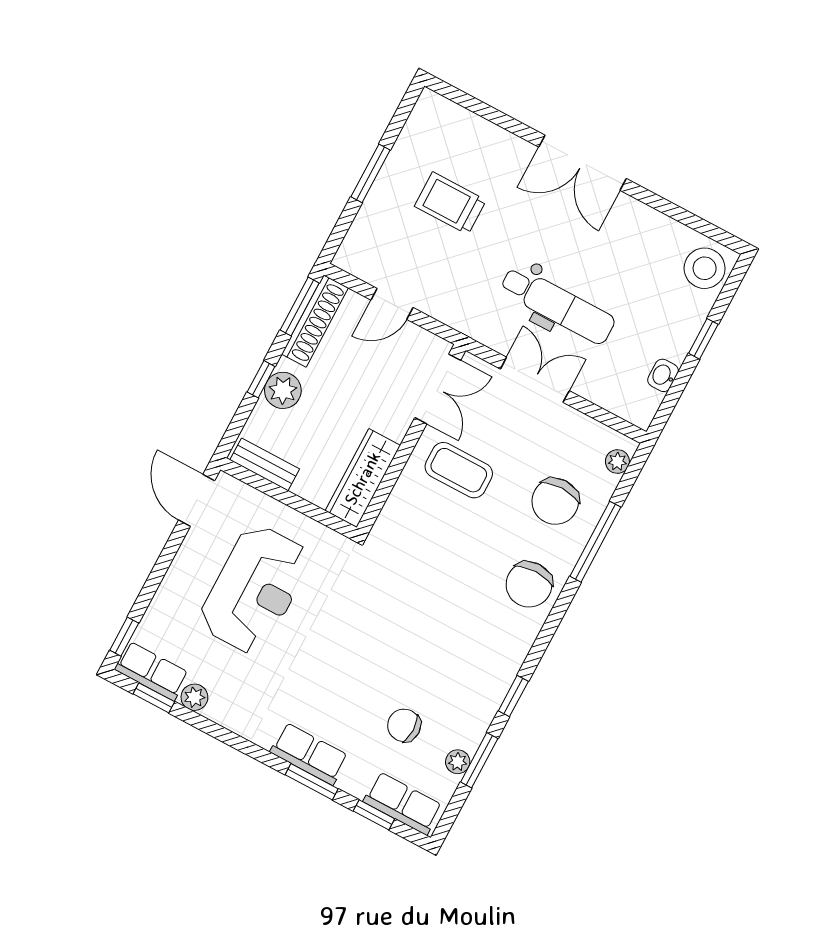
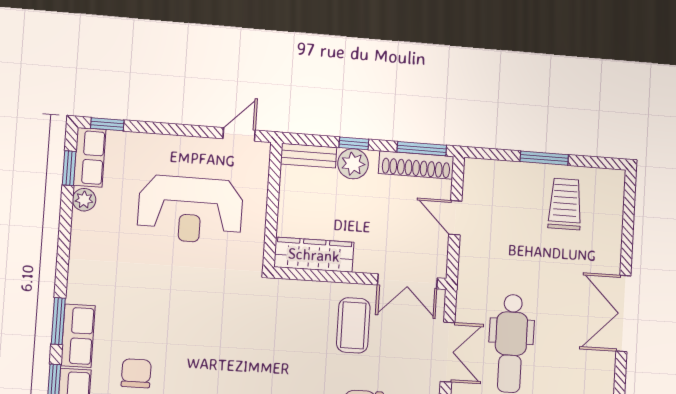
trolley: (450, 203) -> (565, 204), moved
bench: (265, 464) -> (309, 156), moved, turned 90
door: (197, 500) -> (239, 134), width x0.73
row of seats: (309, 754) -> (78, 336), moved

